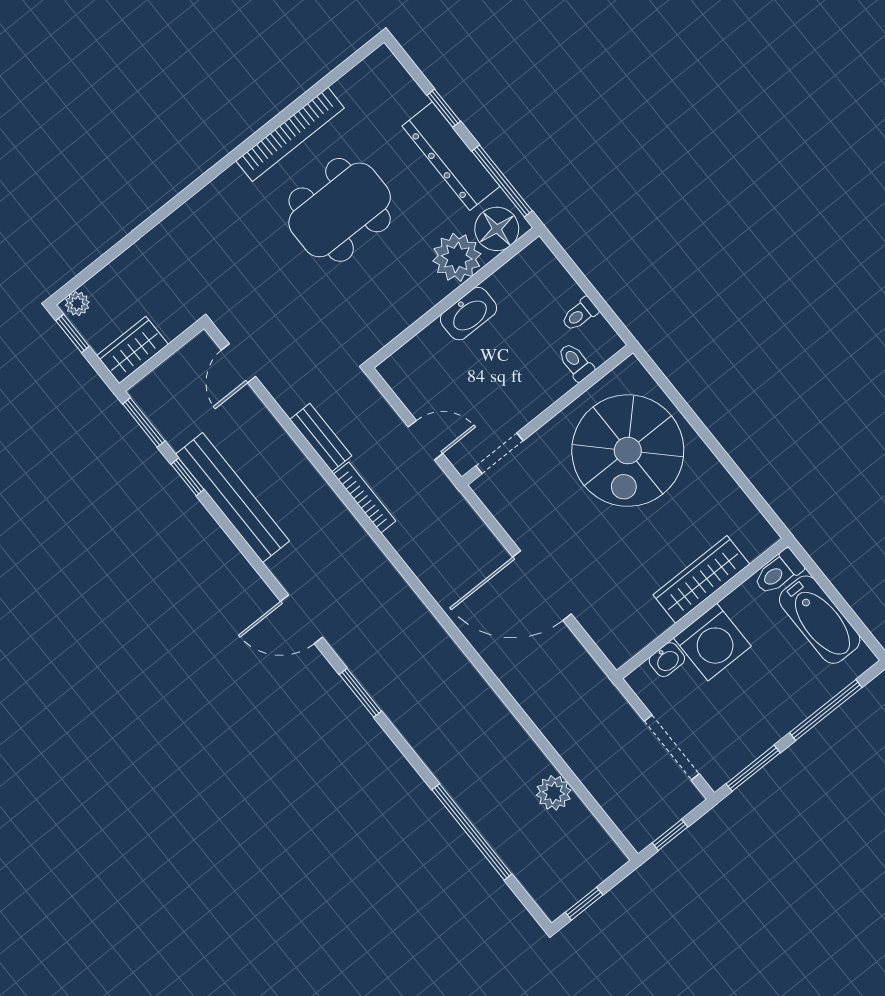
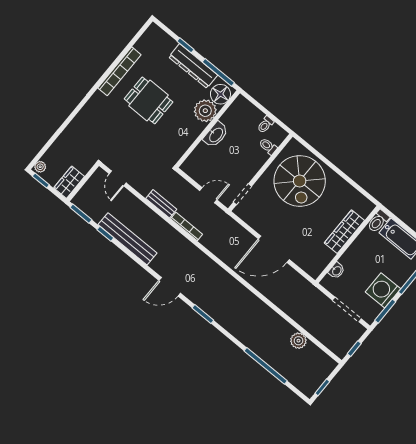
dining table: (340, 210) -> (149, 100), width x0.73
washing machine: (712, 642) -> (383, 290), moved, turned 180

